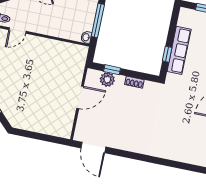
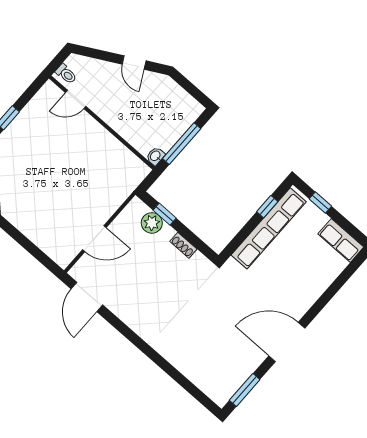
row of seats: (179, 50) -> (269, 228), width x1.36
window: (167, 54) -> (267, 207), moved
door: (80, 97) -> (94, 239), moved

